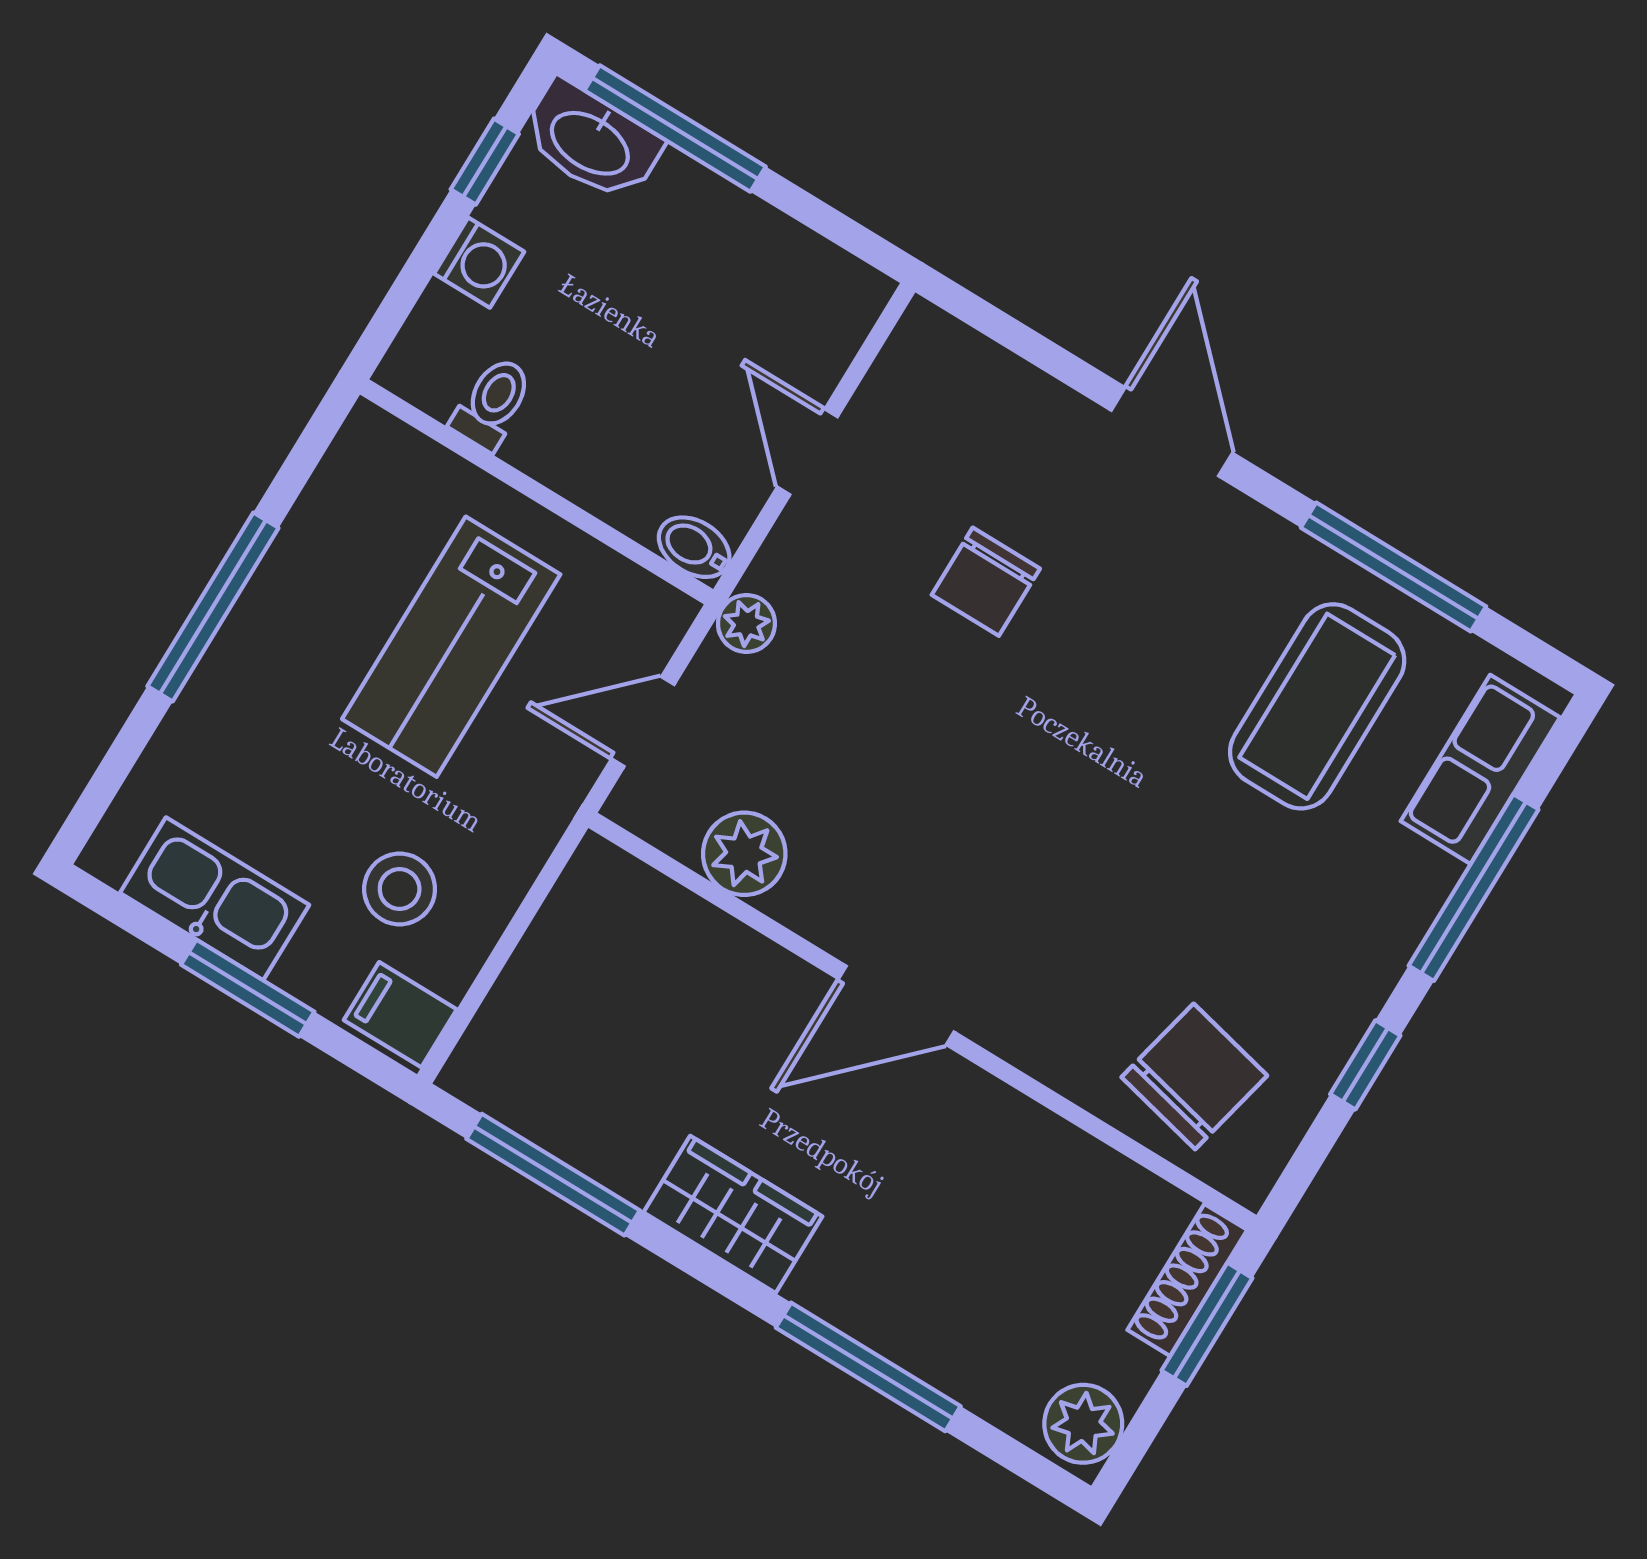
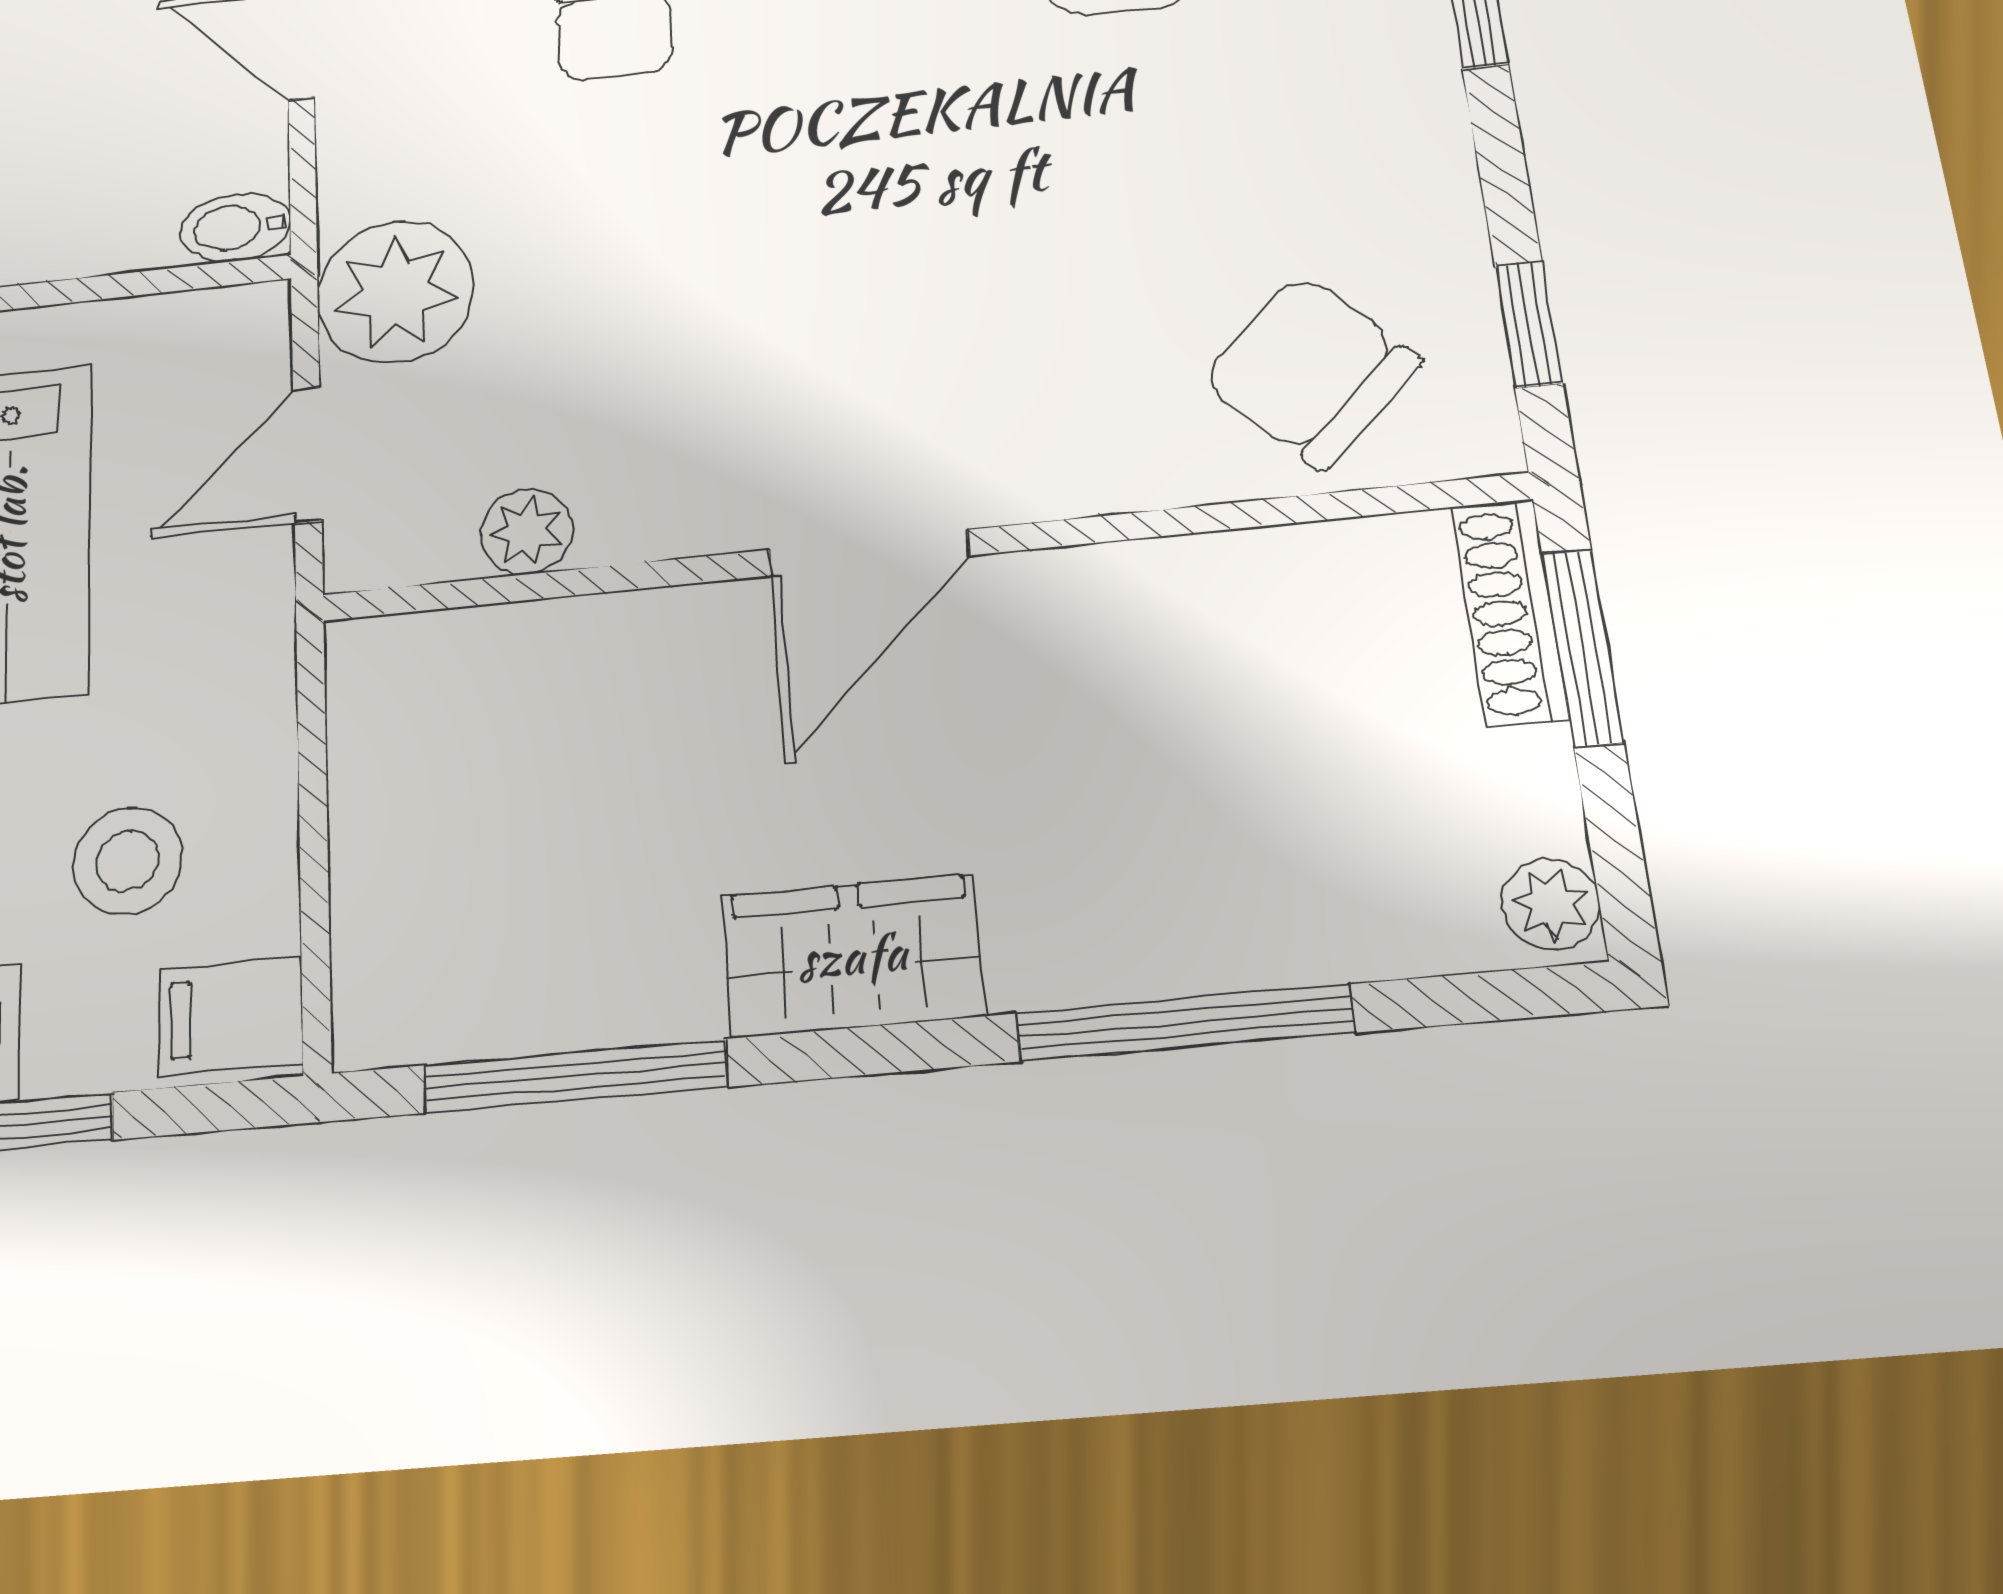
plant: (746, 623) -> (396, 292), width x1.88, depth x1.88
plant: (744, 854) -> (527, 532), width x0.73, depth x0.73
window: (1365, 1065) -> (1528, 324), moved
chair: (1194, 1076) -> (1311, 371), turned -57
plant: (1083, 1424) -> (1551, 904), width x0.73, depth x0.73

